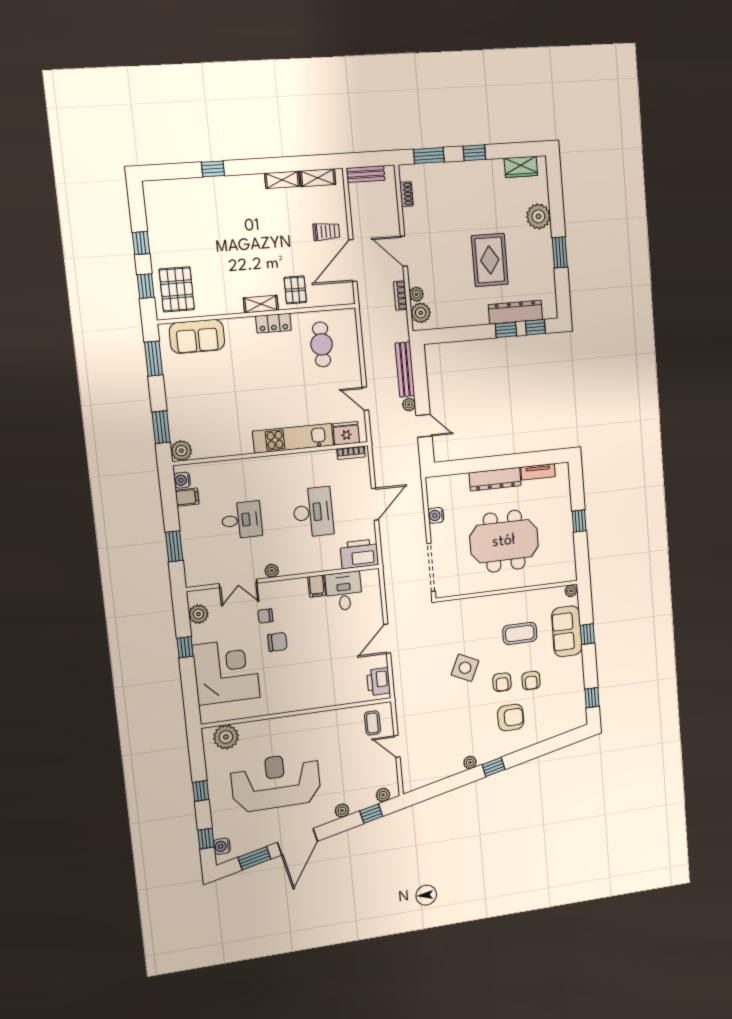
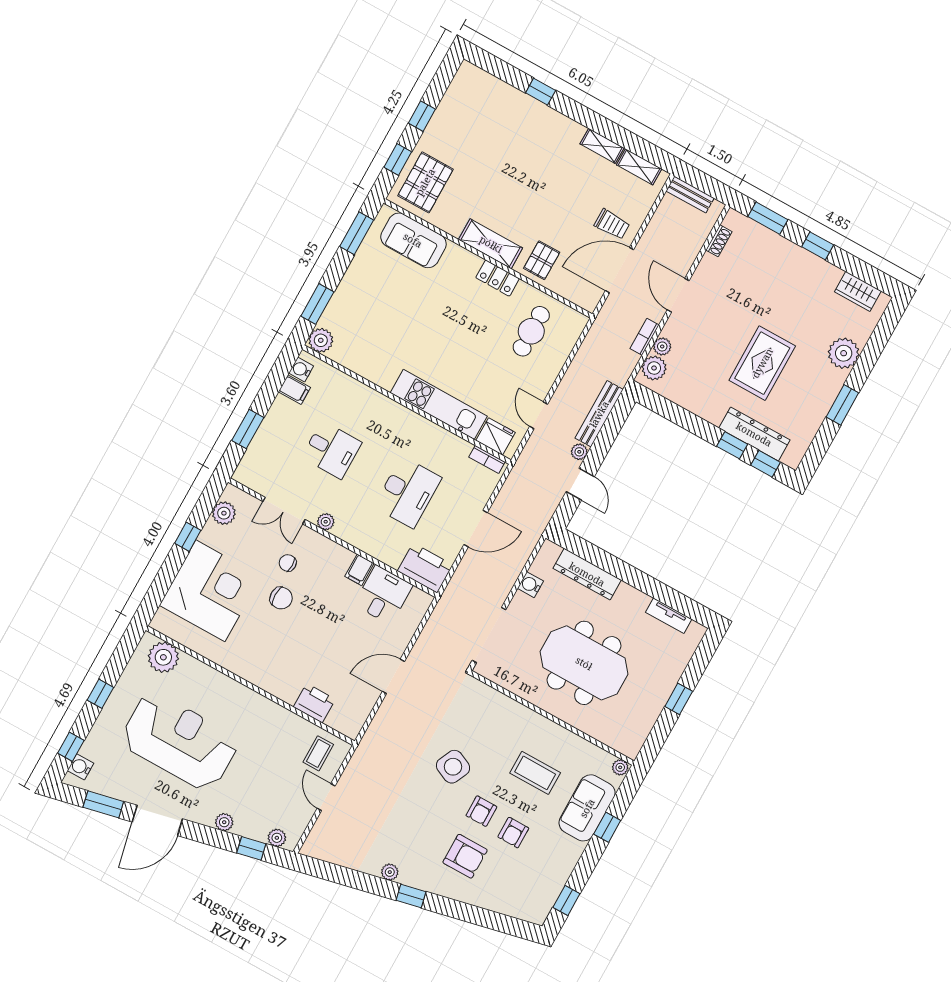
shelving: (261, 304) -> (491, 244), width x1.50, depth x1.33
dresser: (495, 479) -> (587, 574), moved
printer: (378, 682) -> (314, 703), moved, turned 90

